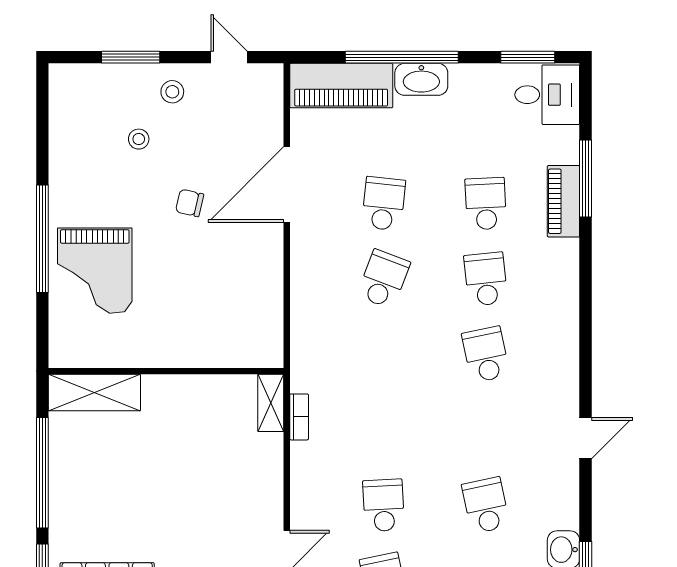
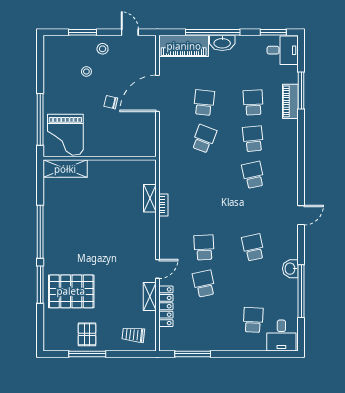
wall: (166, 371) -> (100, 158), moved
shelving: (94, 392) -> (65, 169), moved

